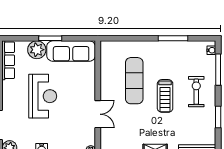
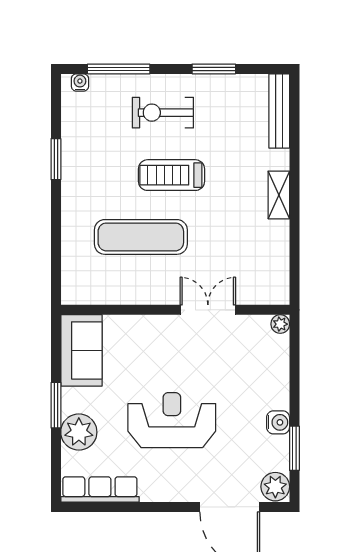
window: (173, 38) -> (56, 159), width x0.69
sofa: (71, 51) -> (81, 350), width x0.73
treadmill: (165, 96) -> (171, 175), turned 180

